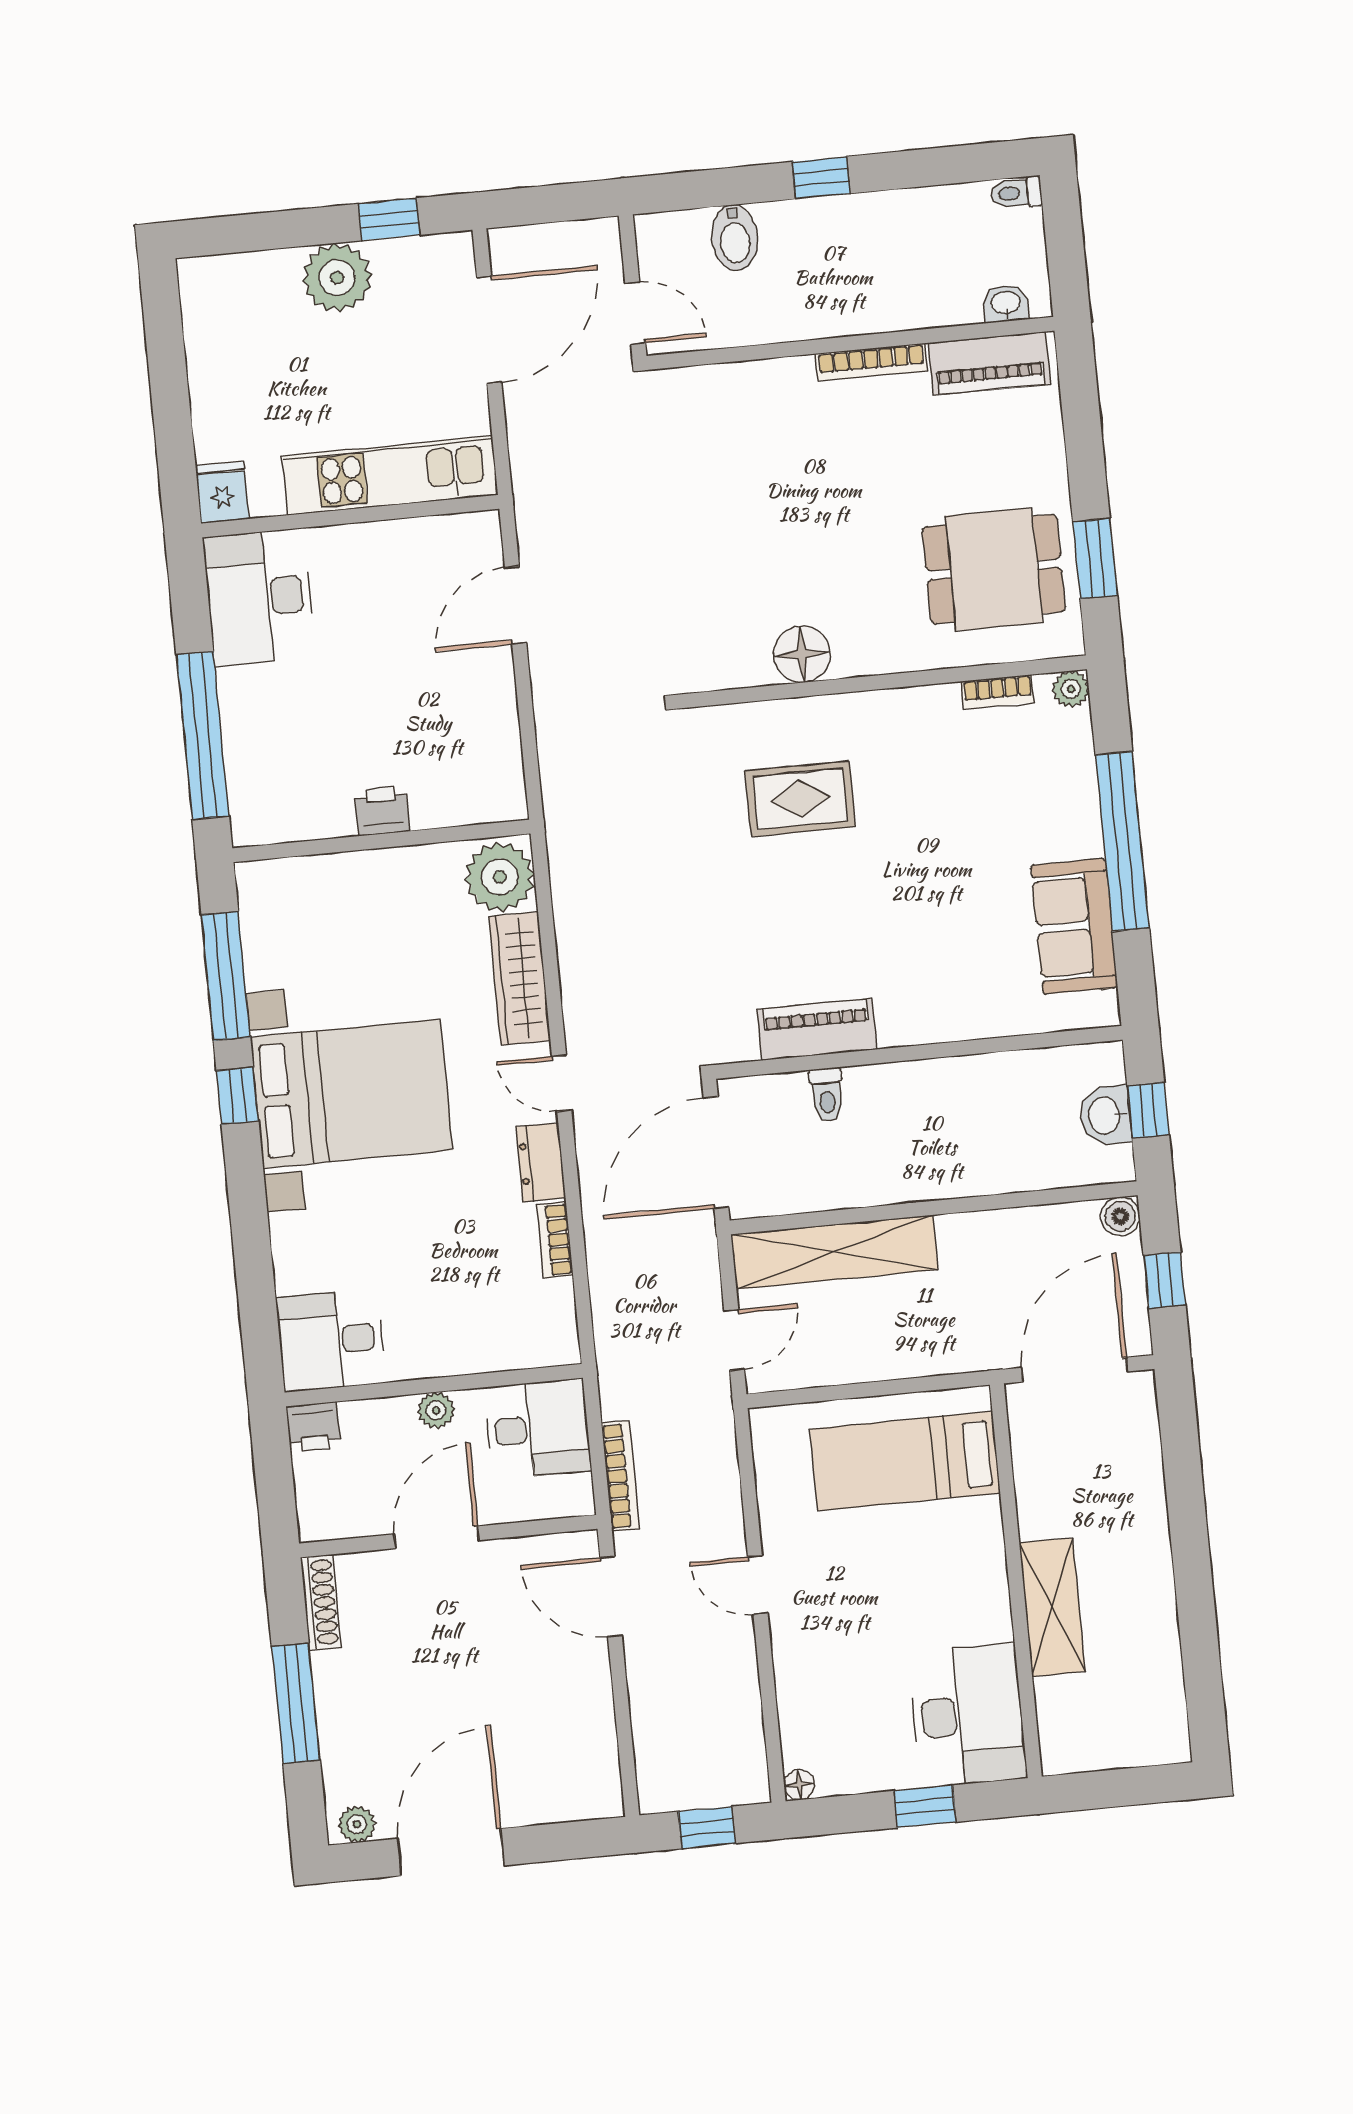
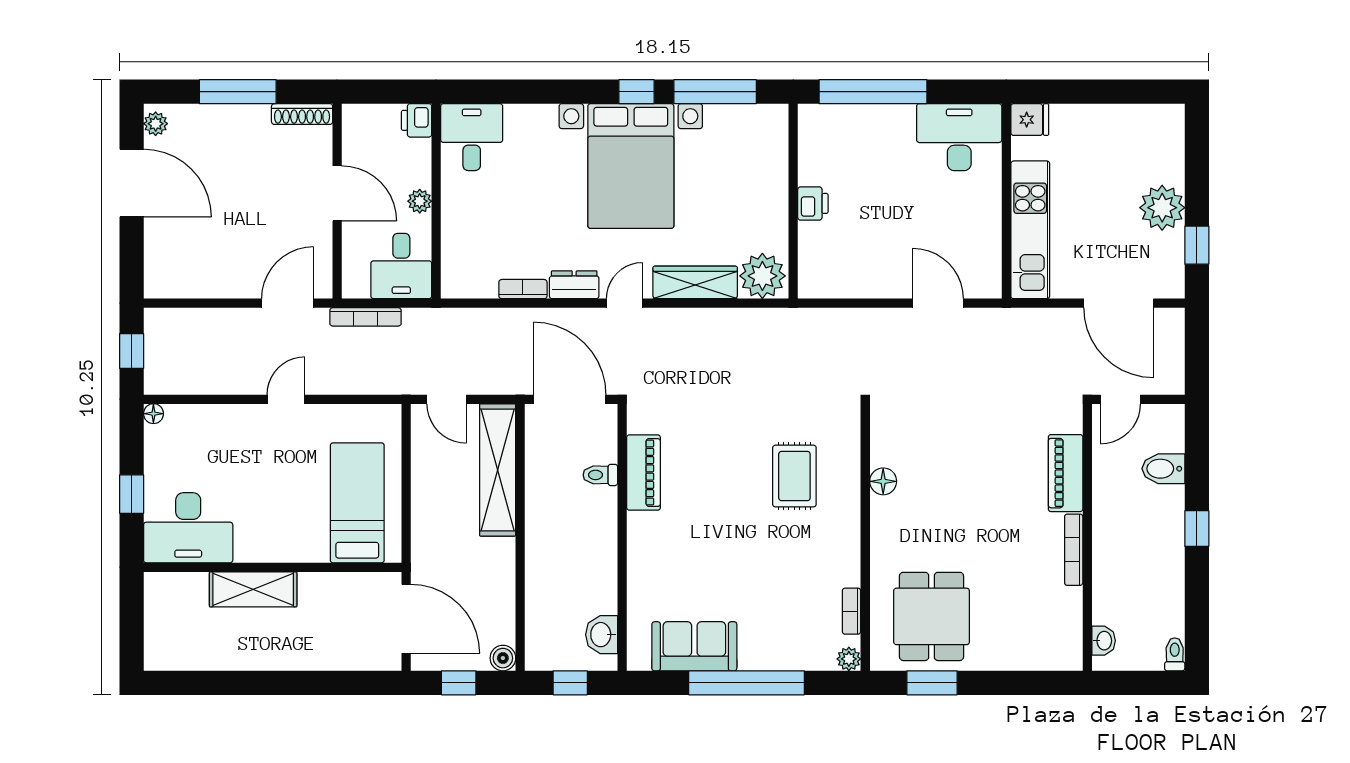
piano: (989, 363) -> (1066, 473), moved
floor lamp: (802, 654) -> (883, 481), width x0.73, depth x0.73
washbasin: (1106, 1115) -> (602, 635), moved, turned -90

